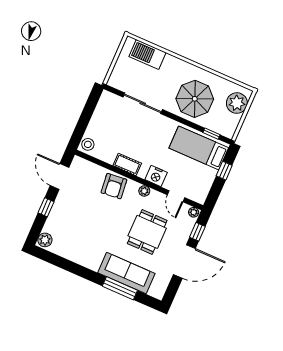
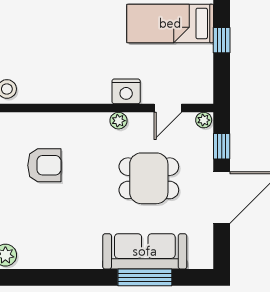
cot: (127, 164) -> (77, 93), removed
armchair: (114, 186) -> (44, 165), moved, turned -84
door: (176, 196) -> (168, 108), hinge flipped
dining table: (147, 232) -> (149, 178), turned 90

